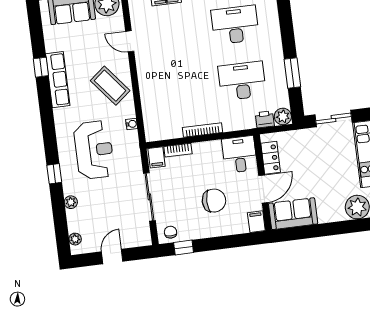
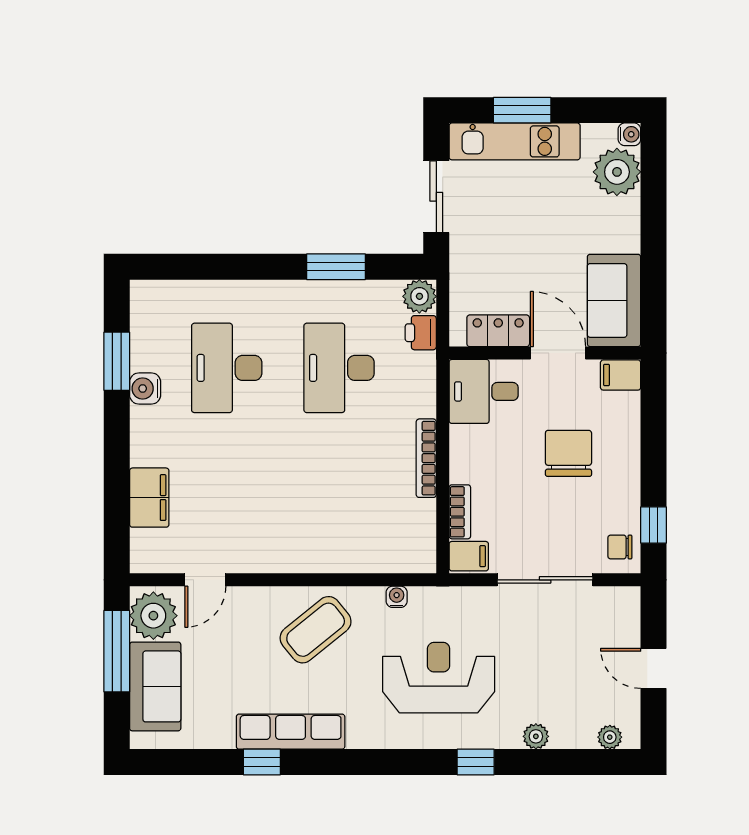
door: (130, 41) -> (205, 580), moved

